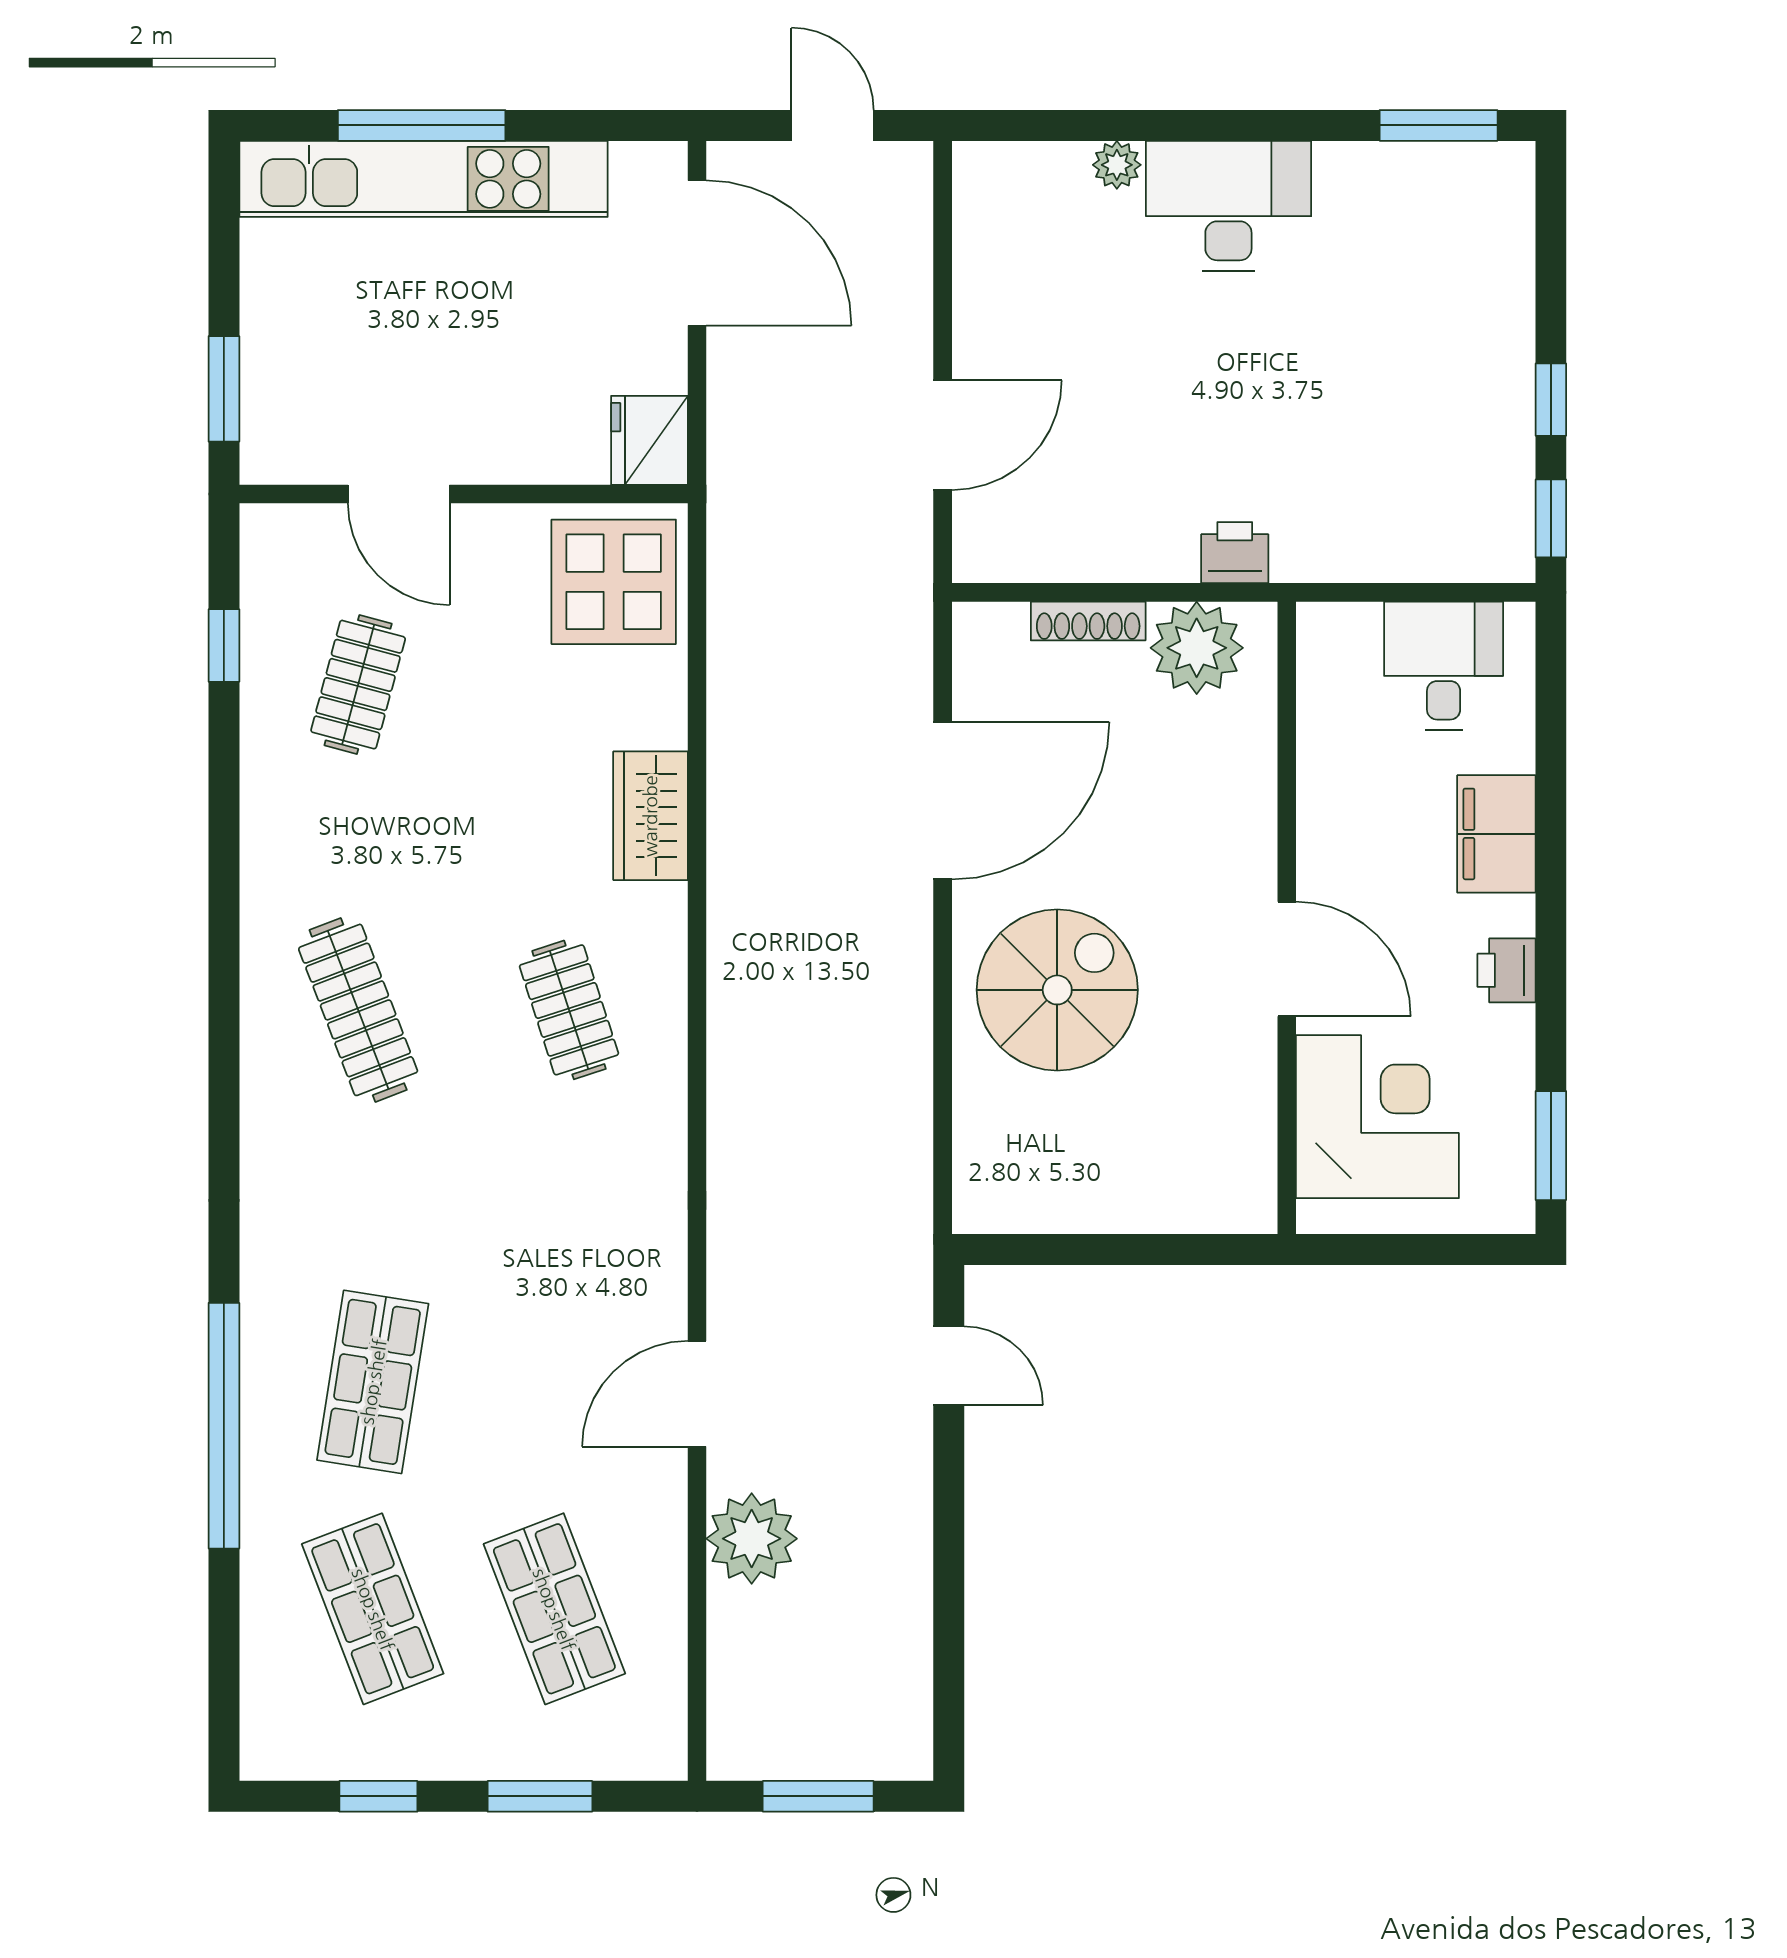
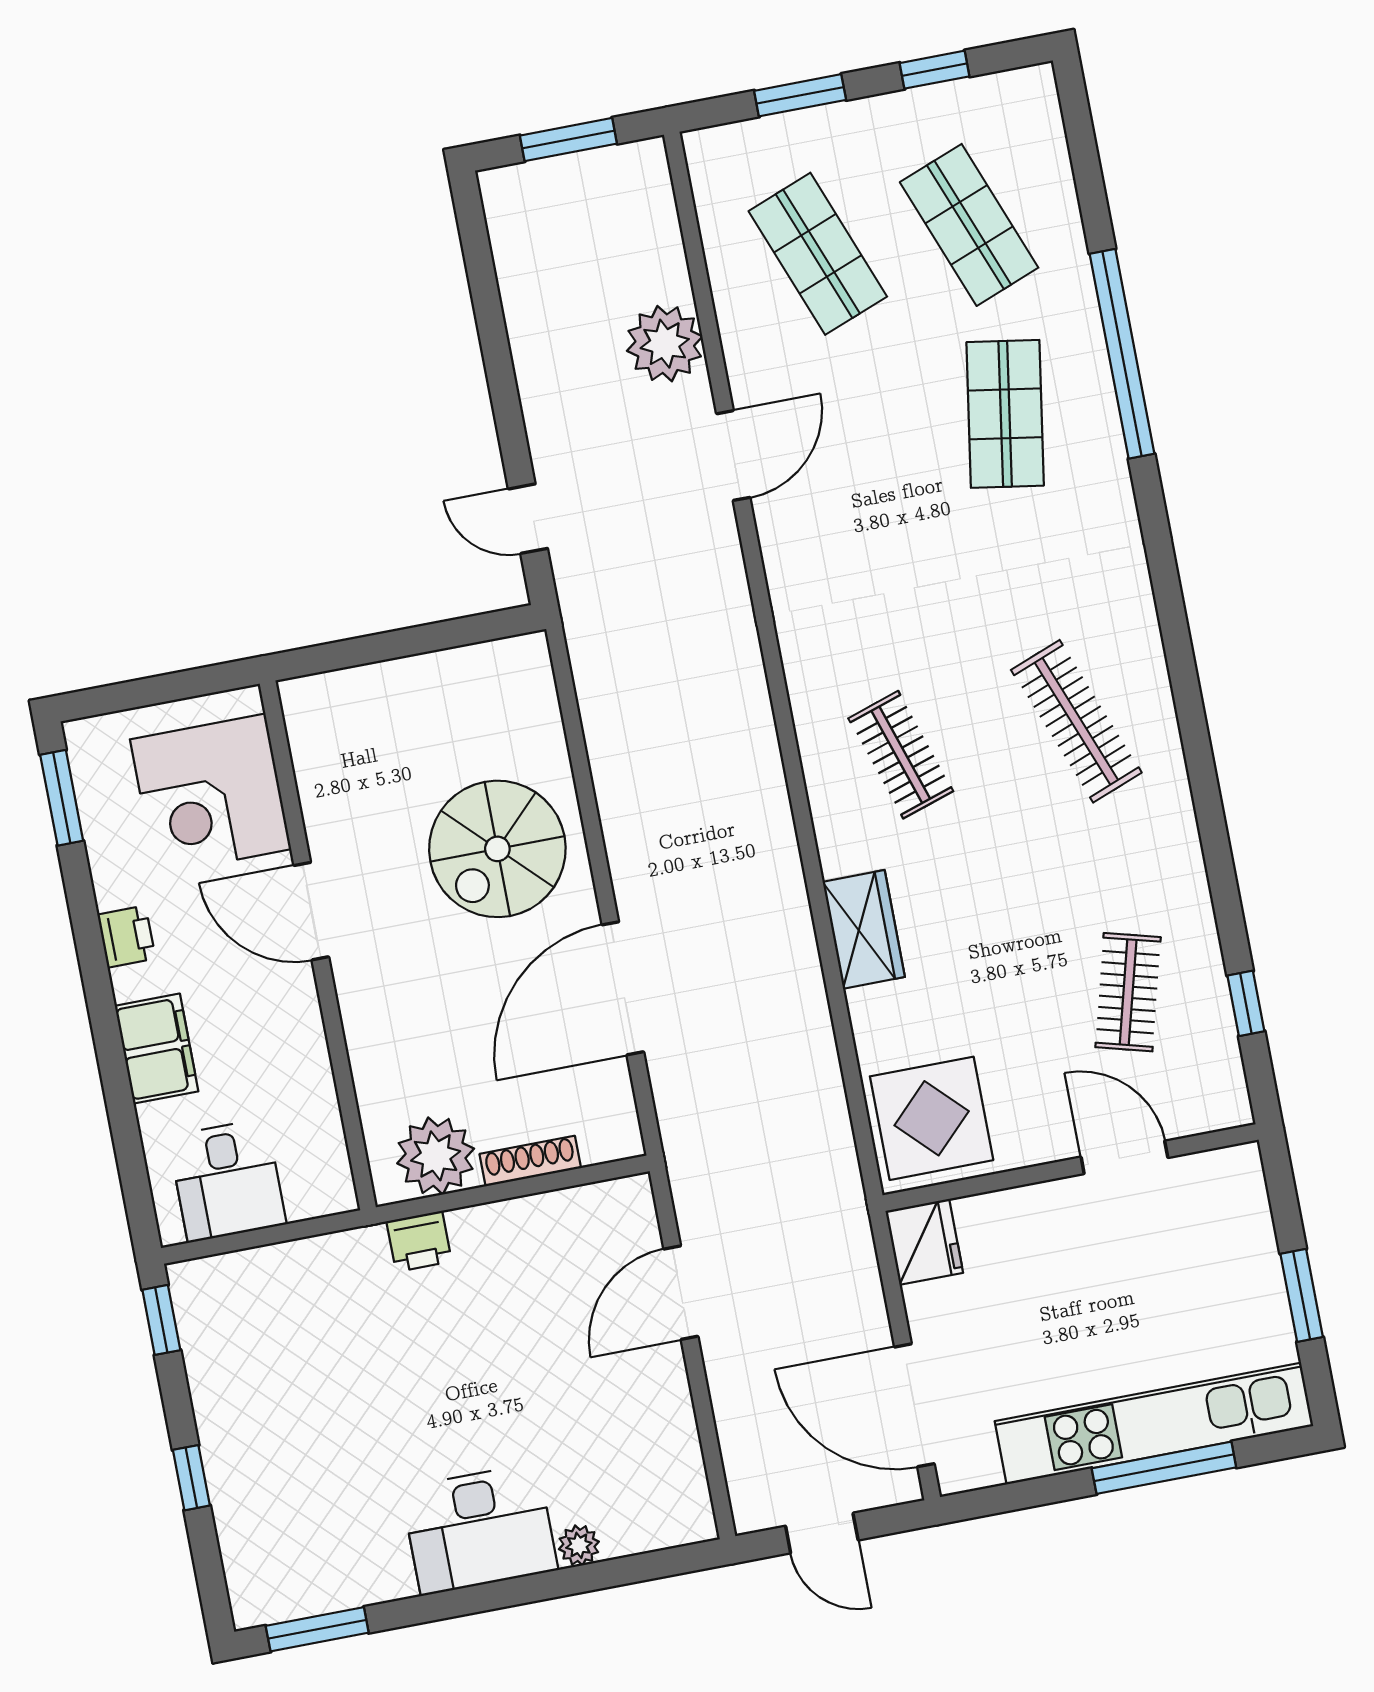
window: (224, 389) -> (1302, 1295), moved
window: (1551, 400) -> (191, 1478), moved

